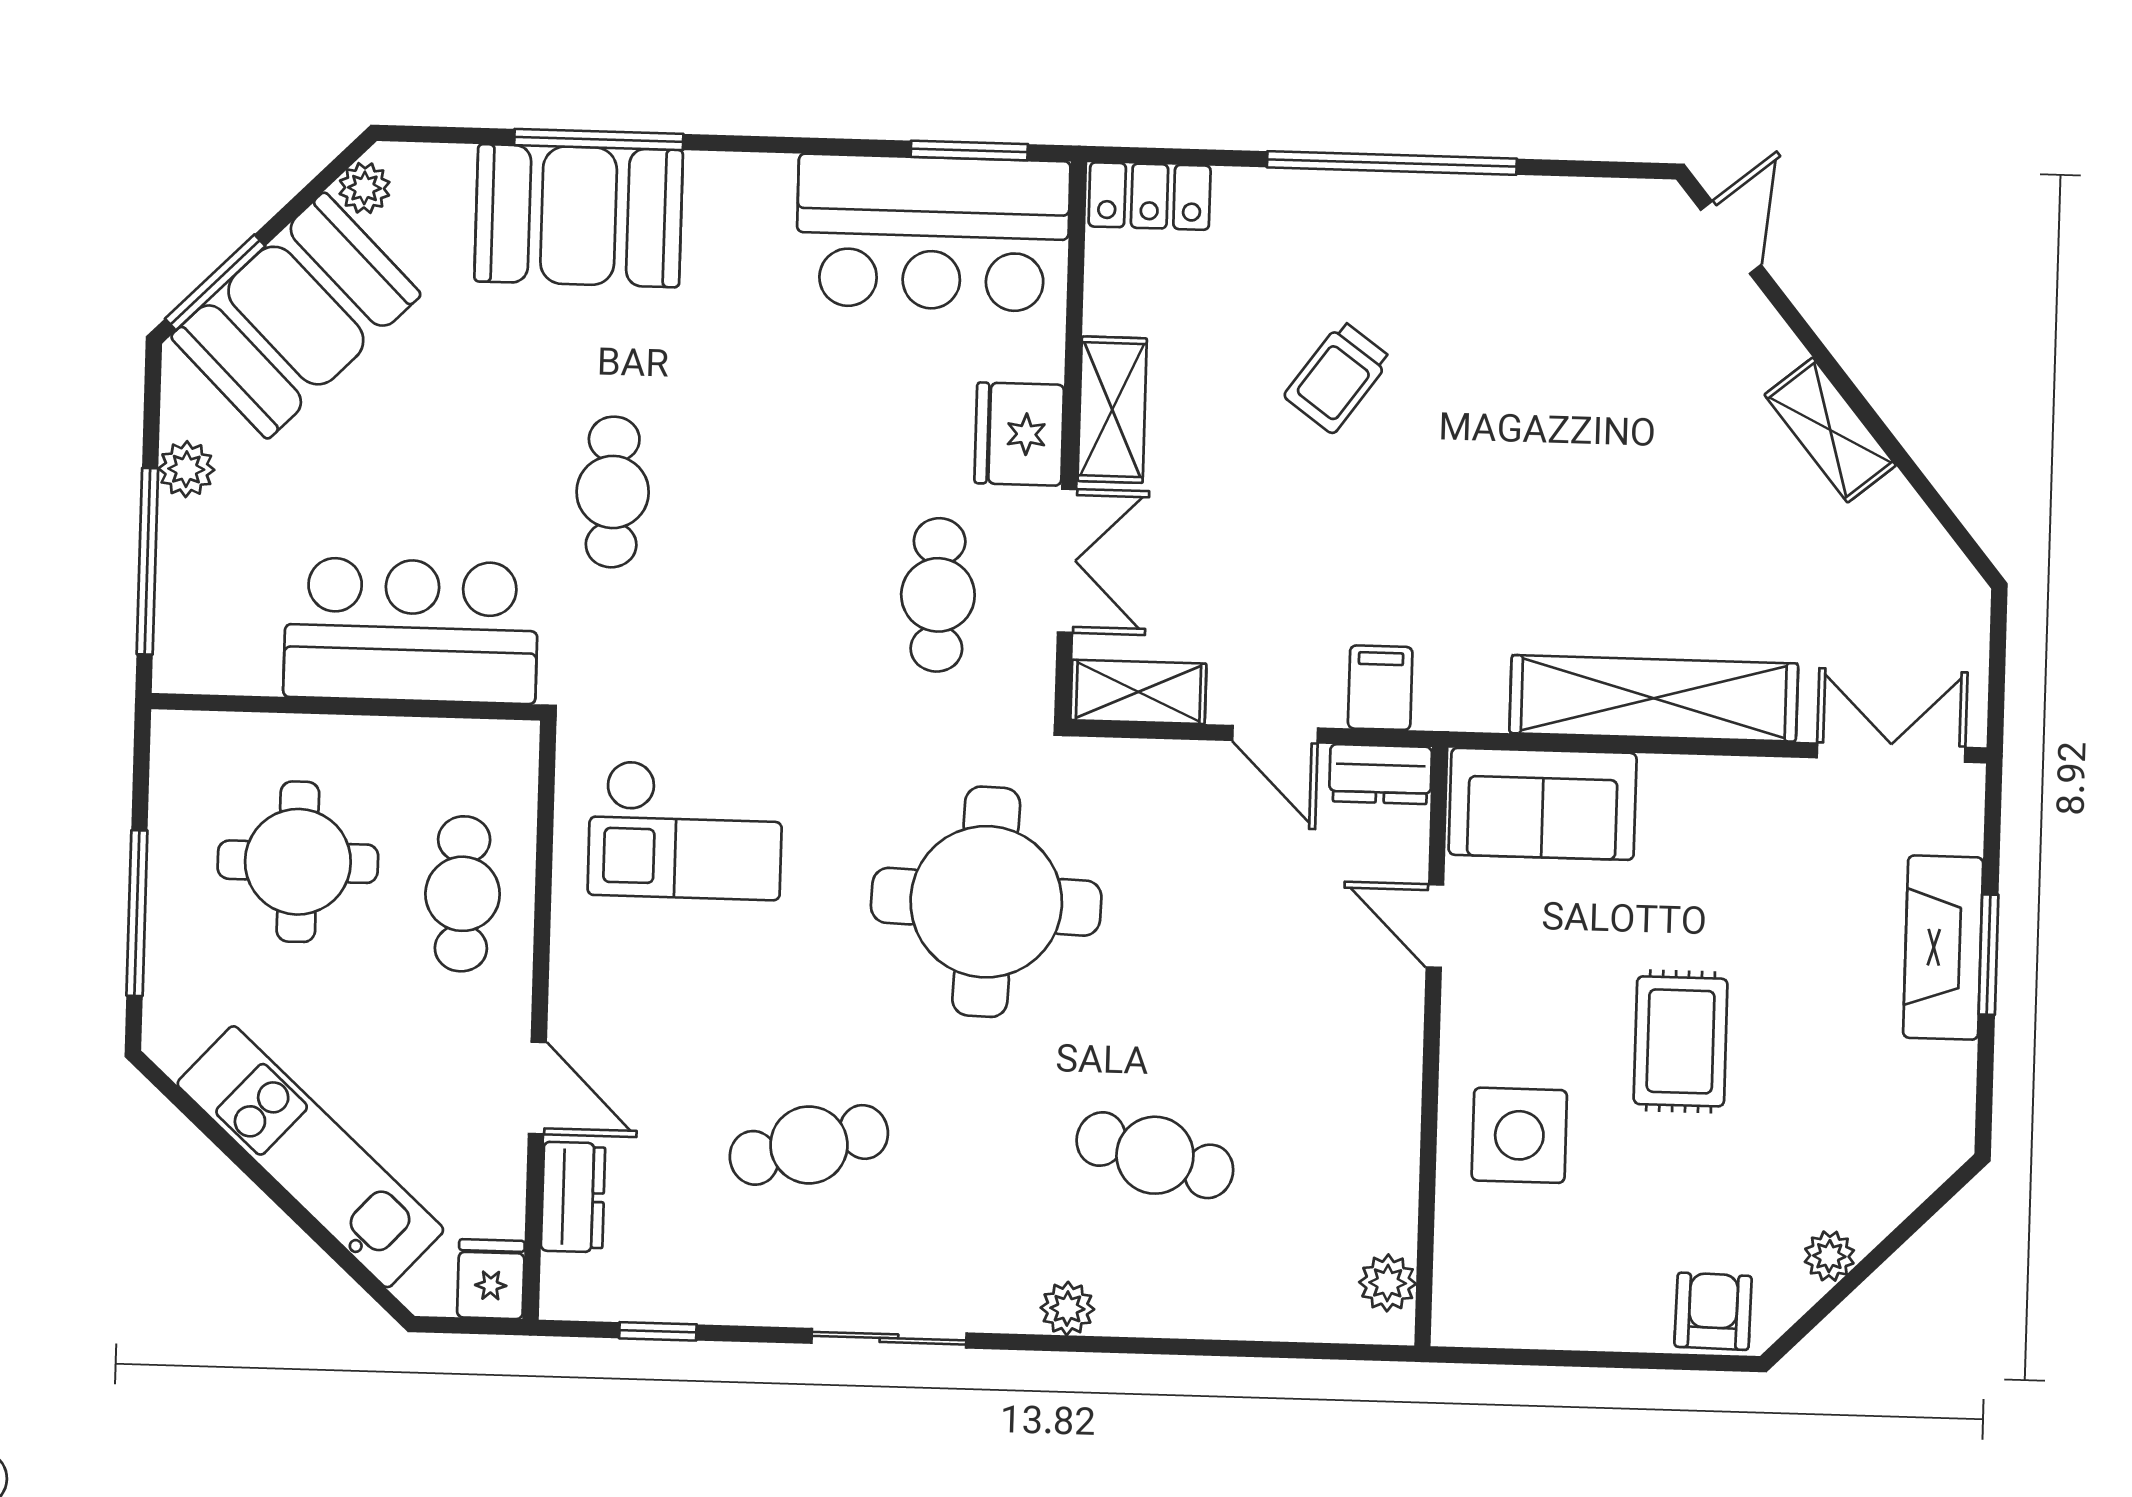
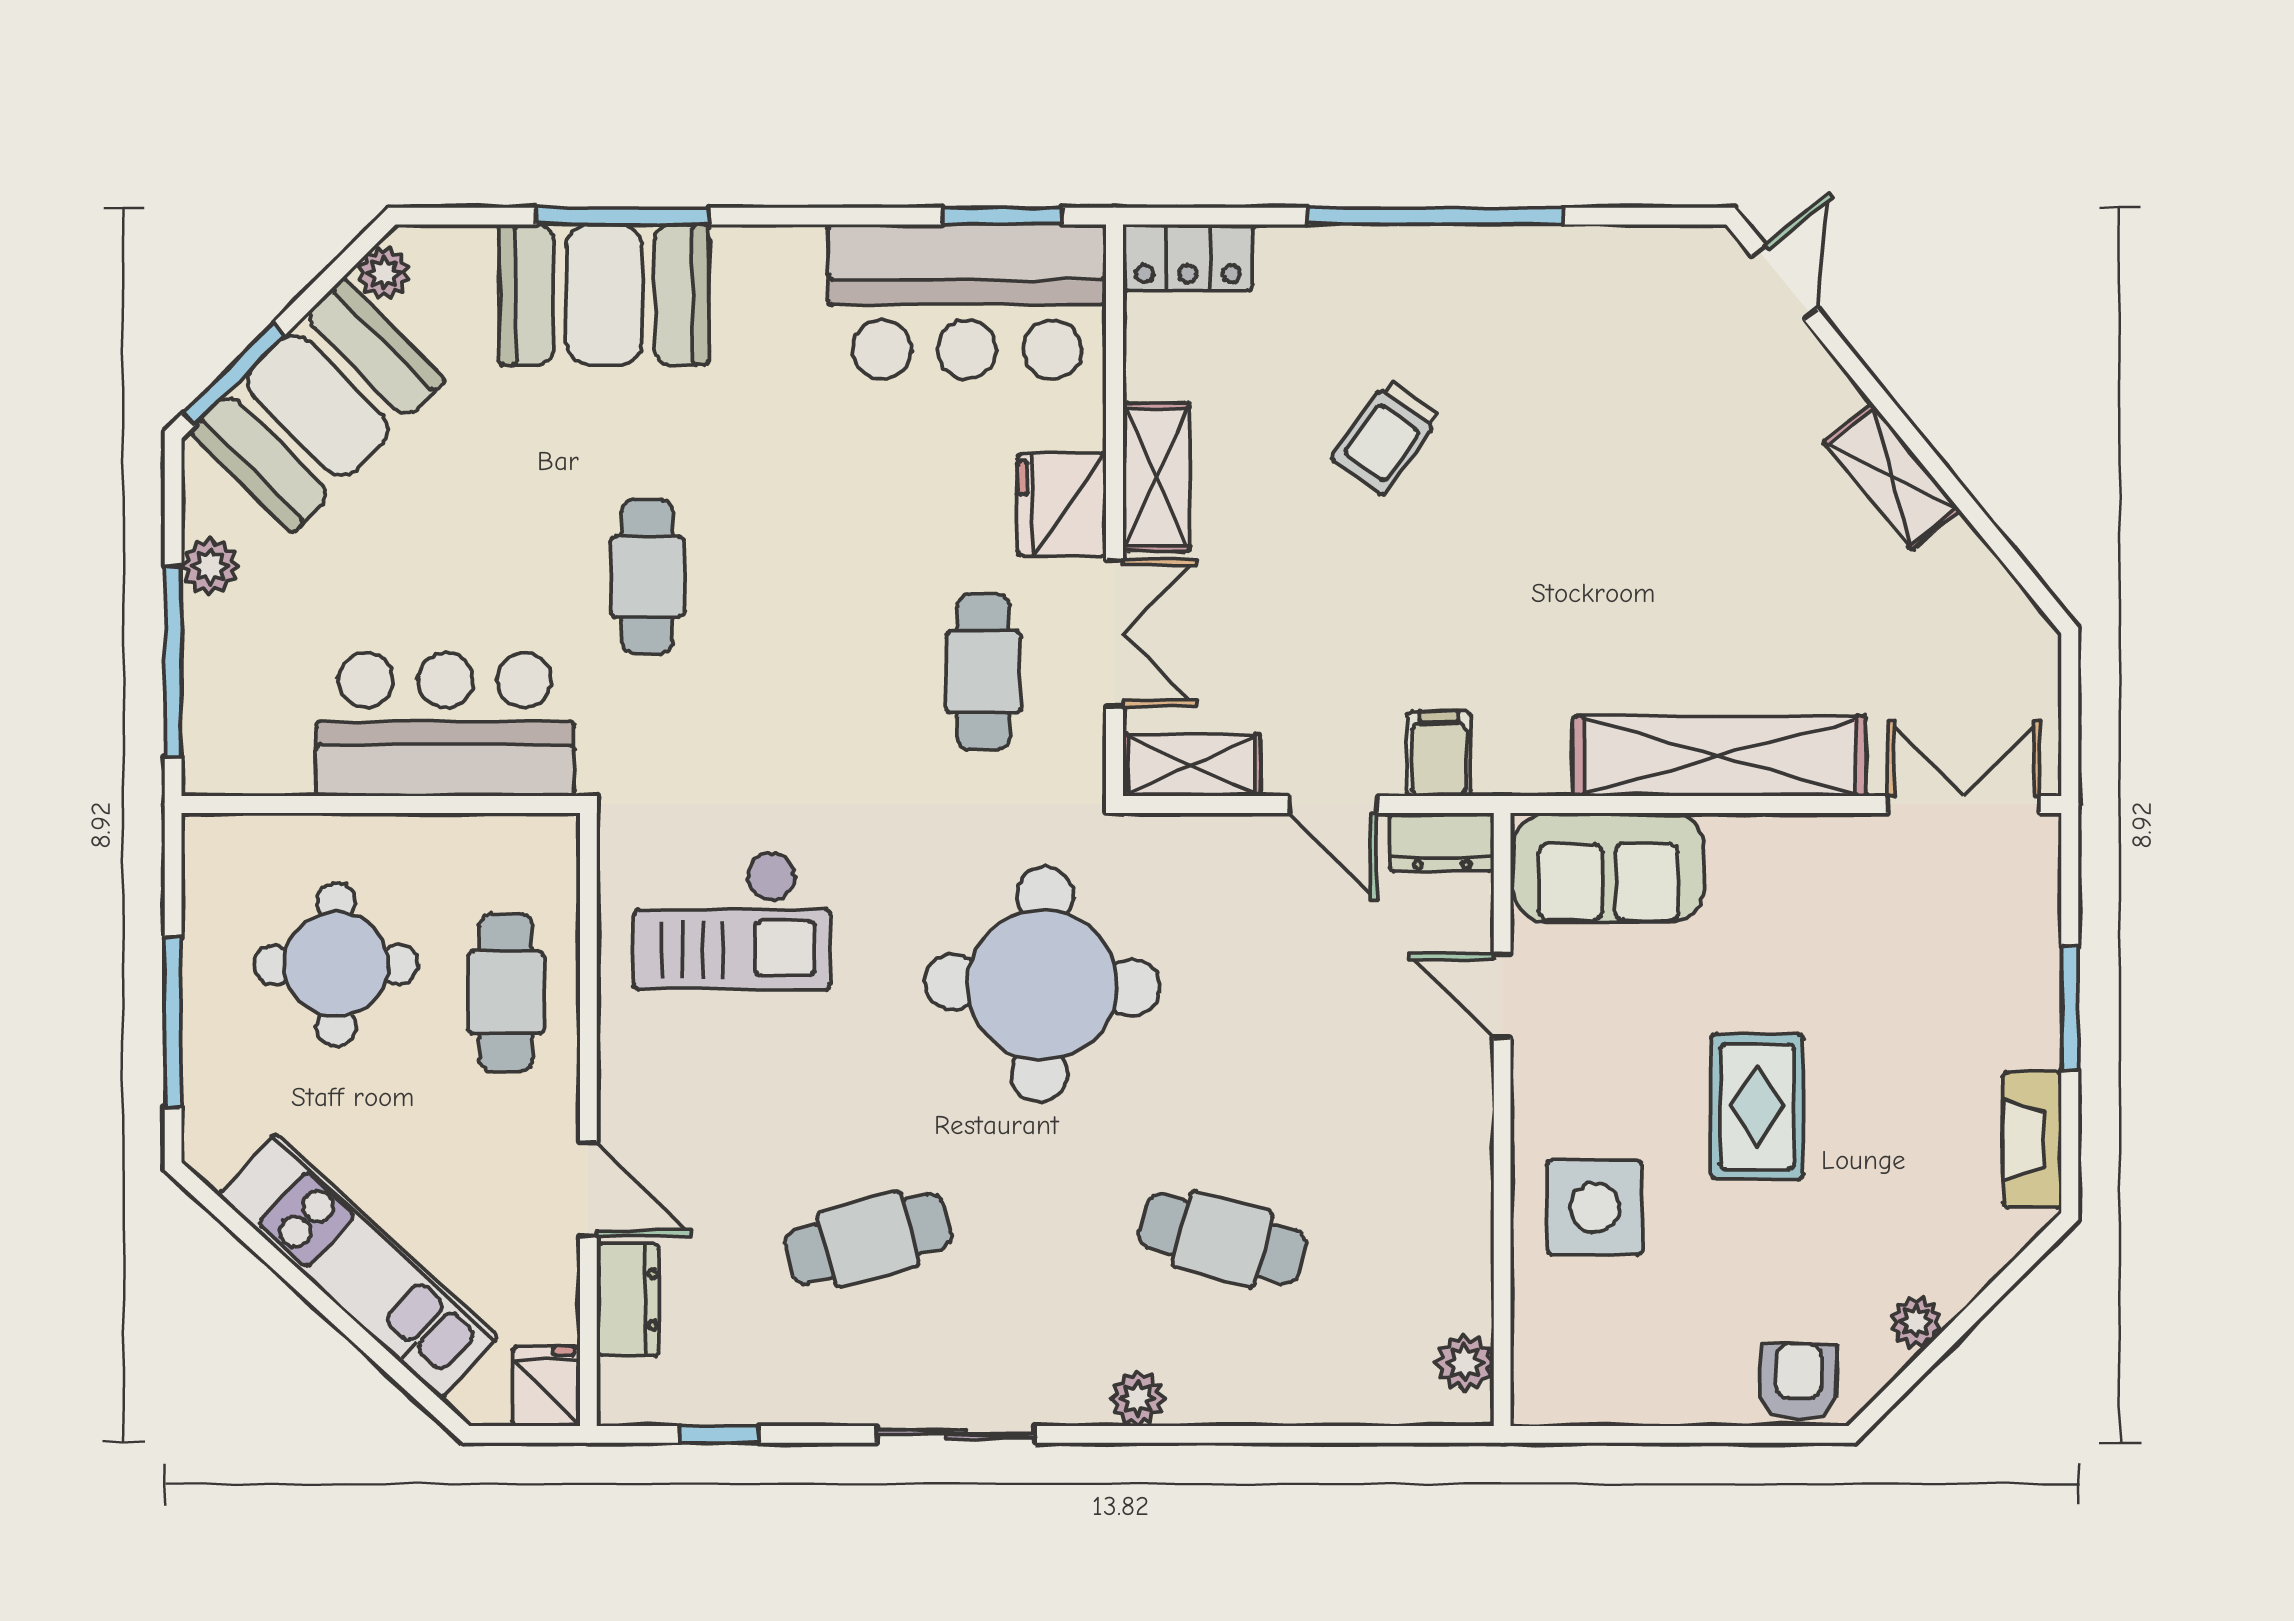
fireplace: (1943, 948) -> (2032, 1140), moved, width x0.73, depth x0.76

